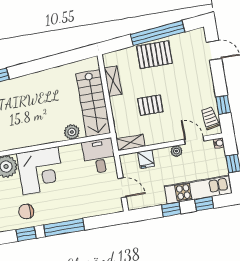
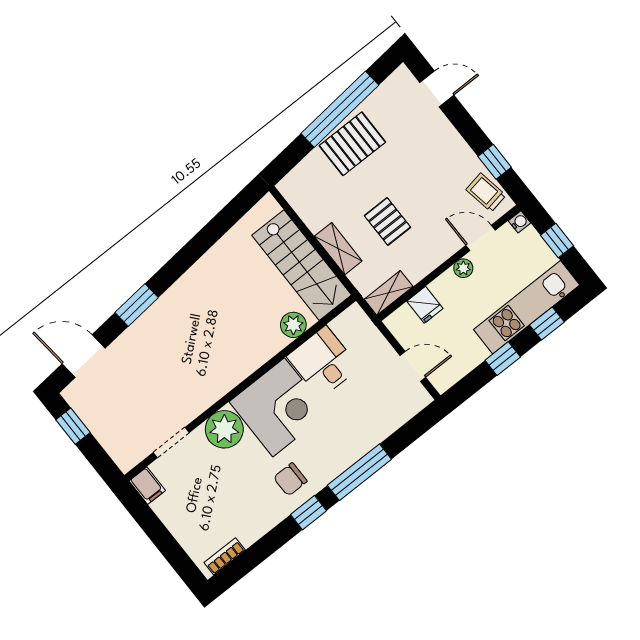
shelving: (113, 81) -> (338, 249), moved
pallet: (150, 105) -> (387, 221), turned 90
desk: (99, 156) -> (323, 362), moved

